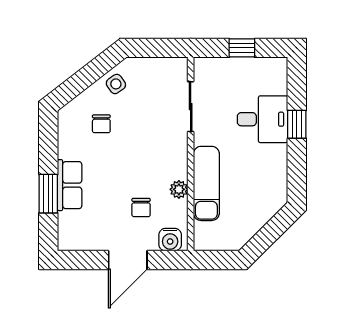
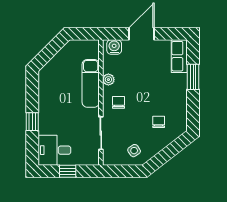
side table: (116, 84) -> (134, 151), moved
desk: (262, 119) -> (54, 150), moved
row of seats: (70, 185) -> (179, 56), moved
chair: (141, 208) -> (118, 102), moved

